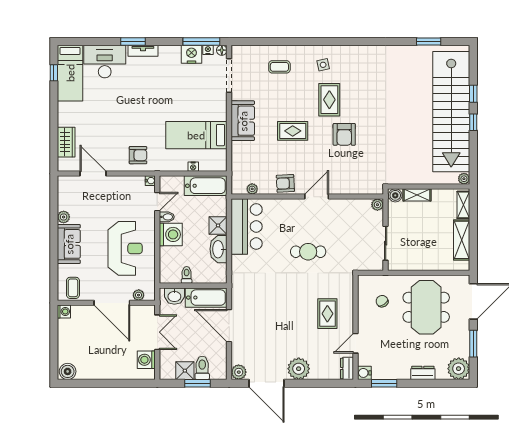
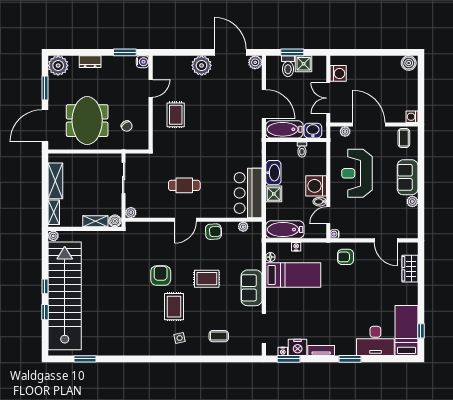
window: (201, 41) -> (289, 359), width x0.69
floor lamp: (222, 50) -> (270, 257), moved
tv unit: (143, 51) -> (321, 351), moved
cafe table: (308, 252) -> (184, 185), moved
dresser: (347, 368) -> (158, 66), removed

